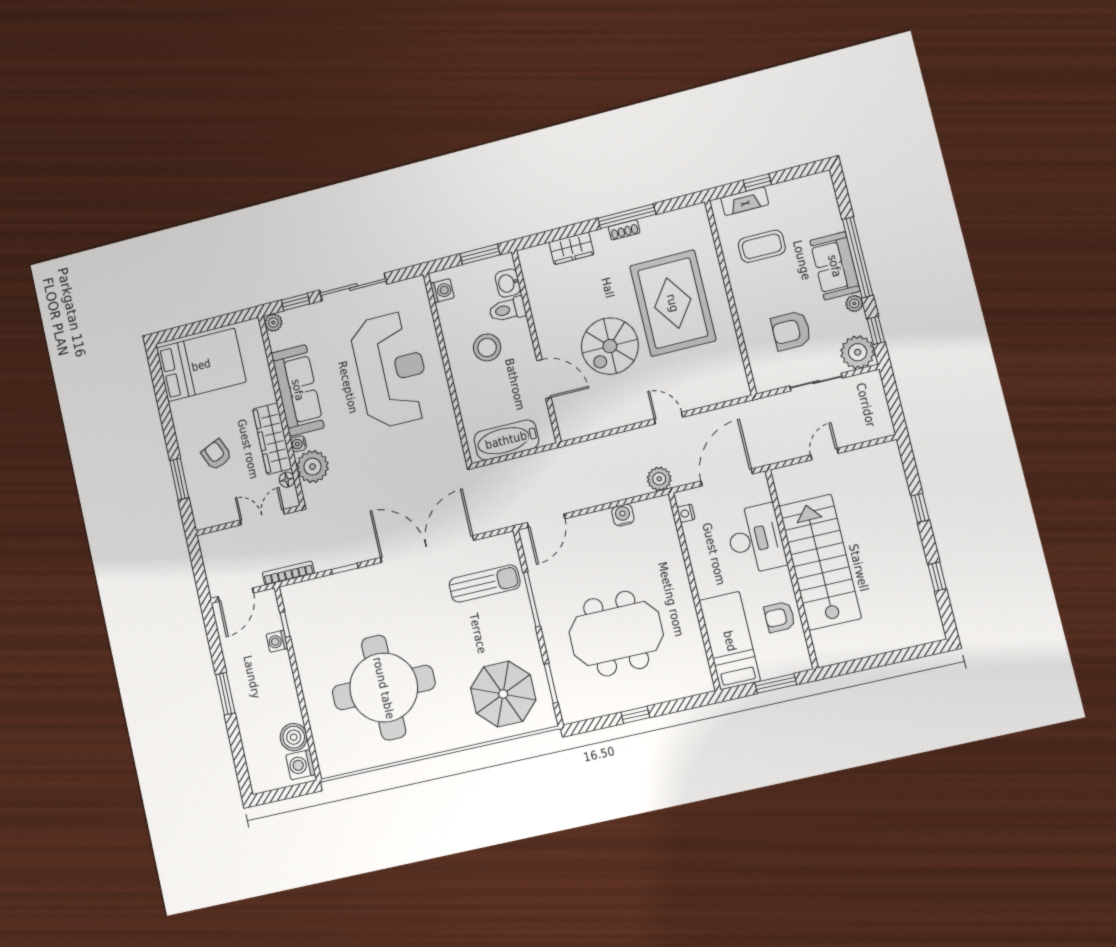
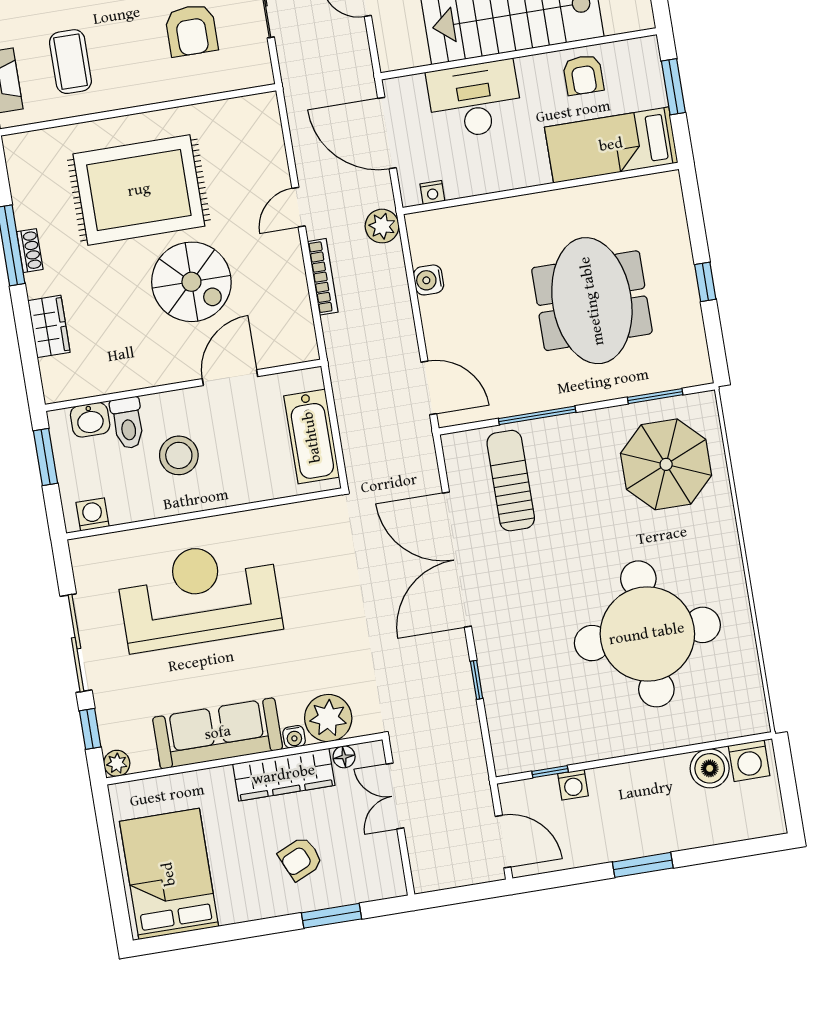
bookcase: (288, 573) -> (323, 277), moved, turned 180

